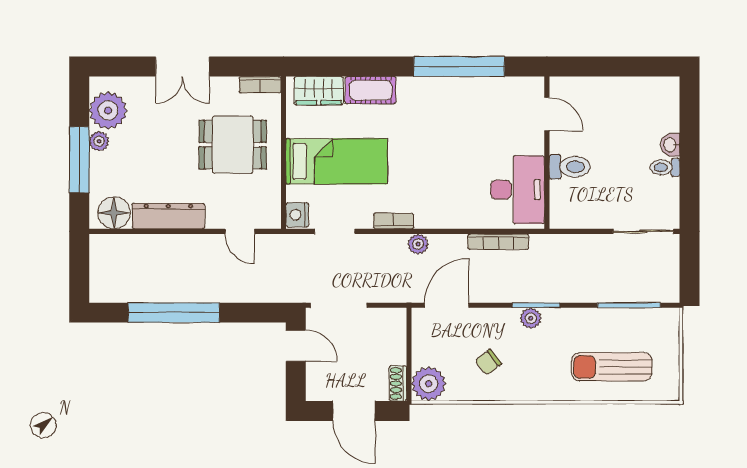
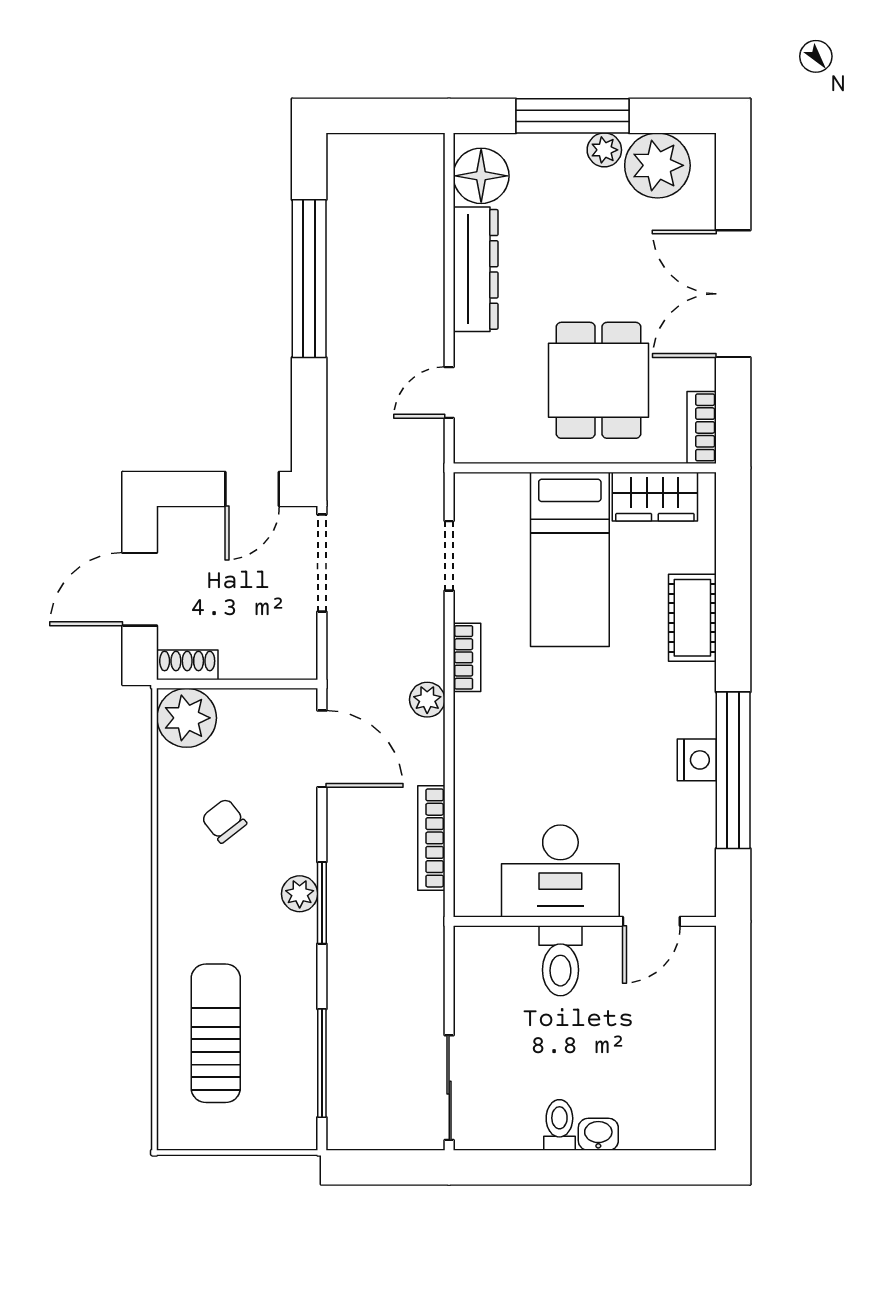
double door: (183, 67) -> (733, 294), width x1.37
wardrobe: (319, 91) -> (655, 497), moved, turned -90
desk: (518, 190) -> (560, 871), moved
nightstand: (297, 215) -> (697, 760), moved, turned 90

